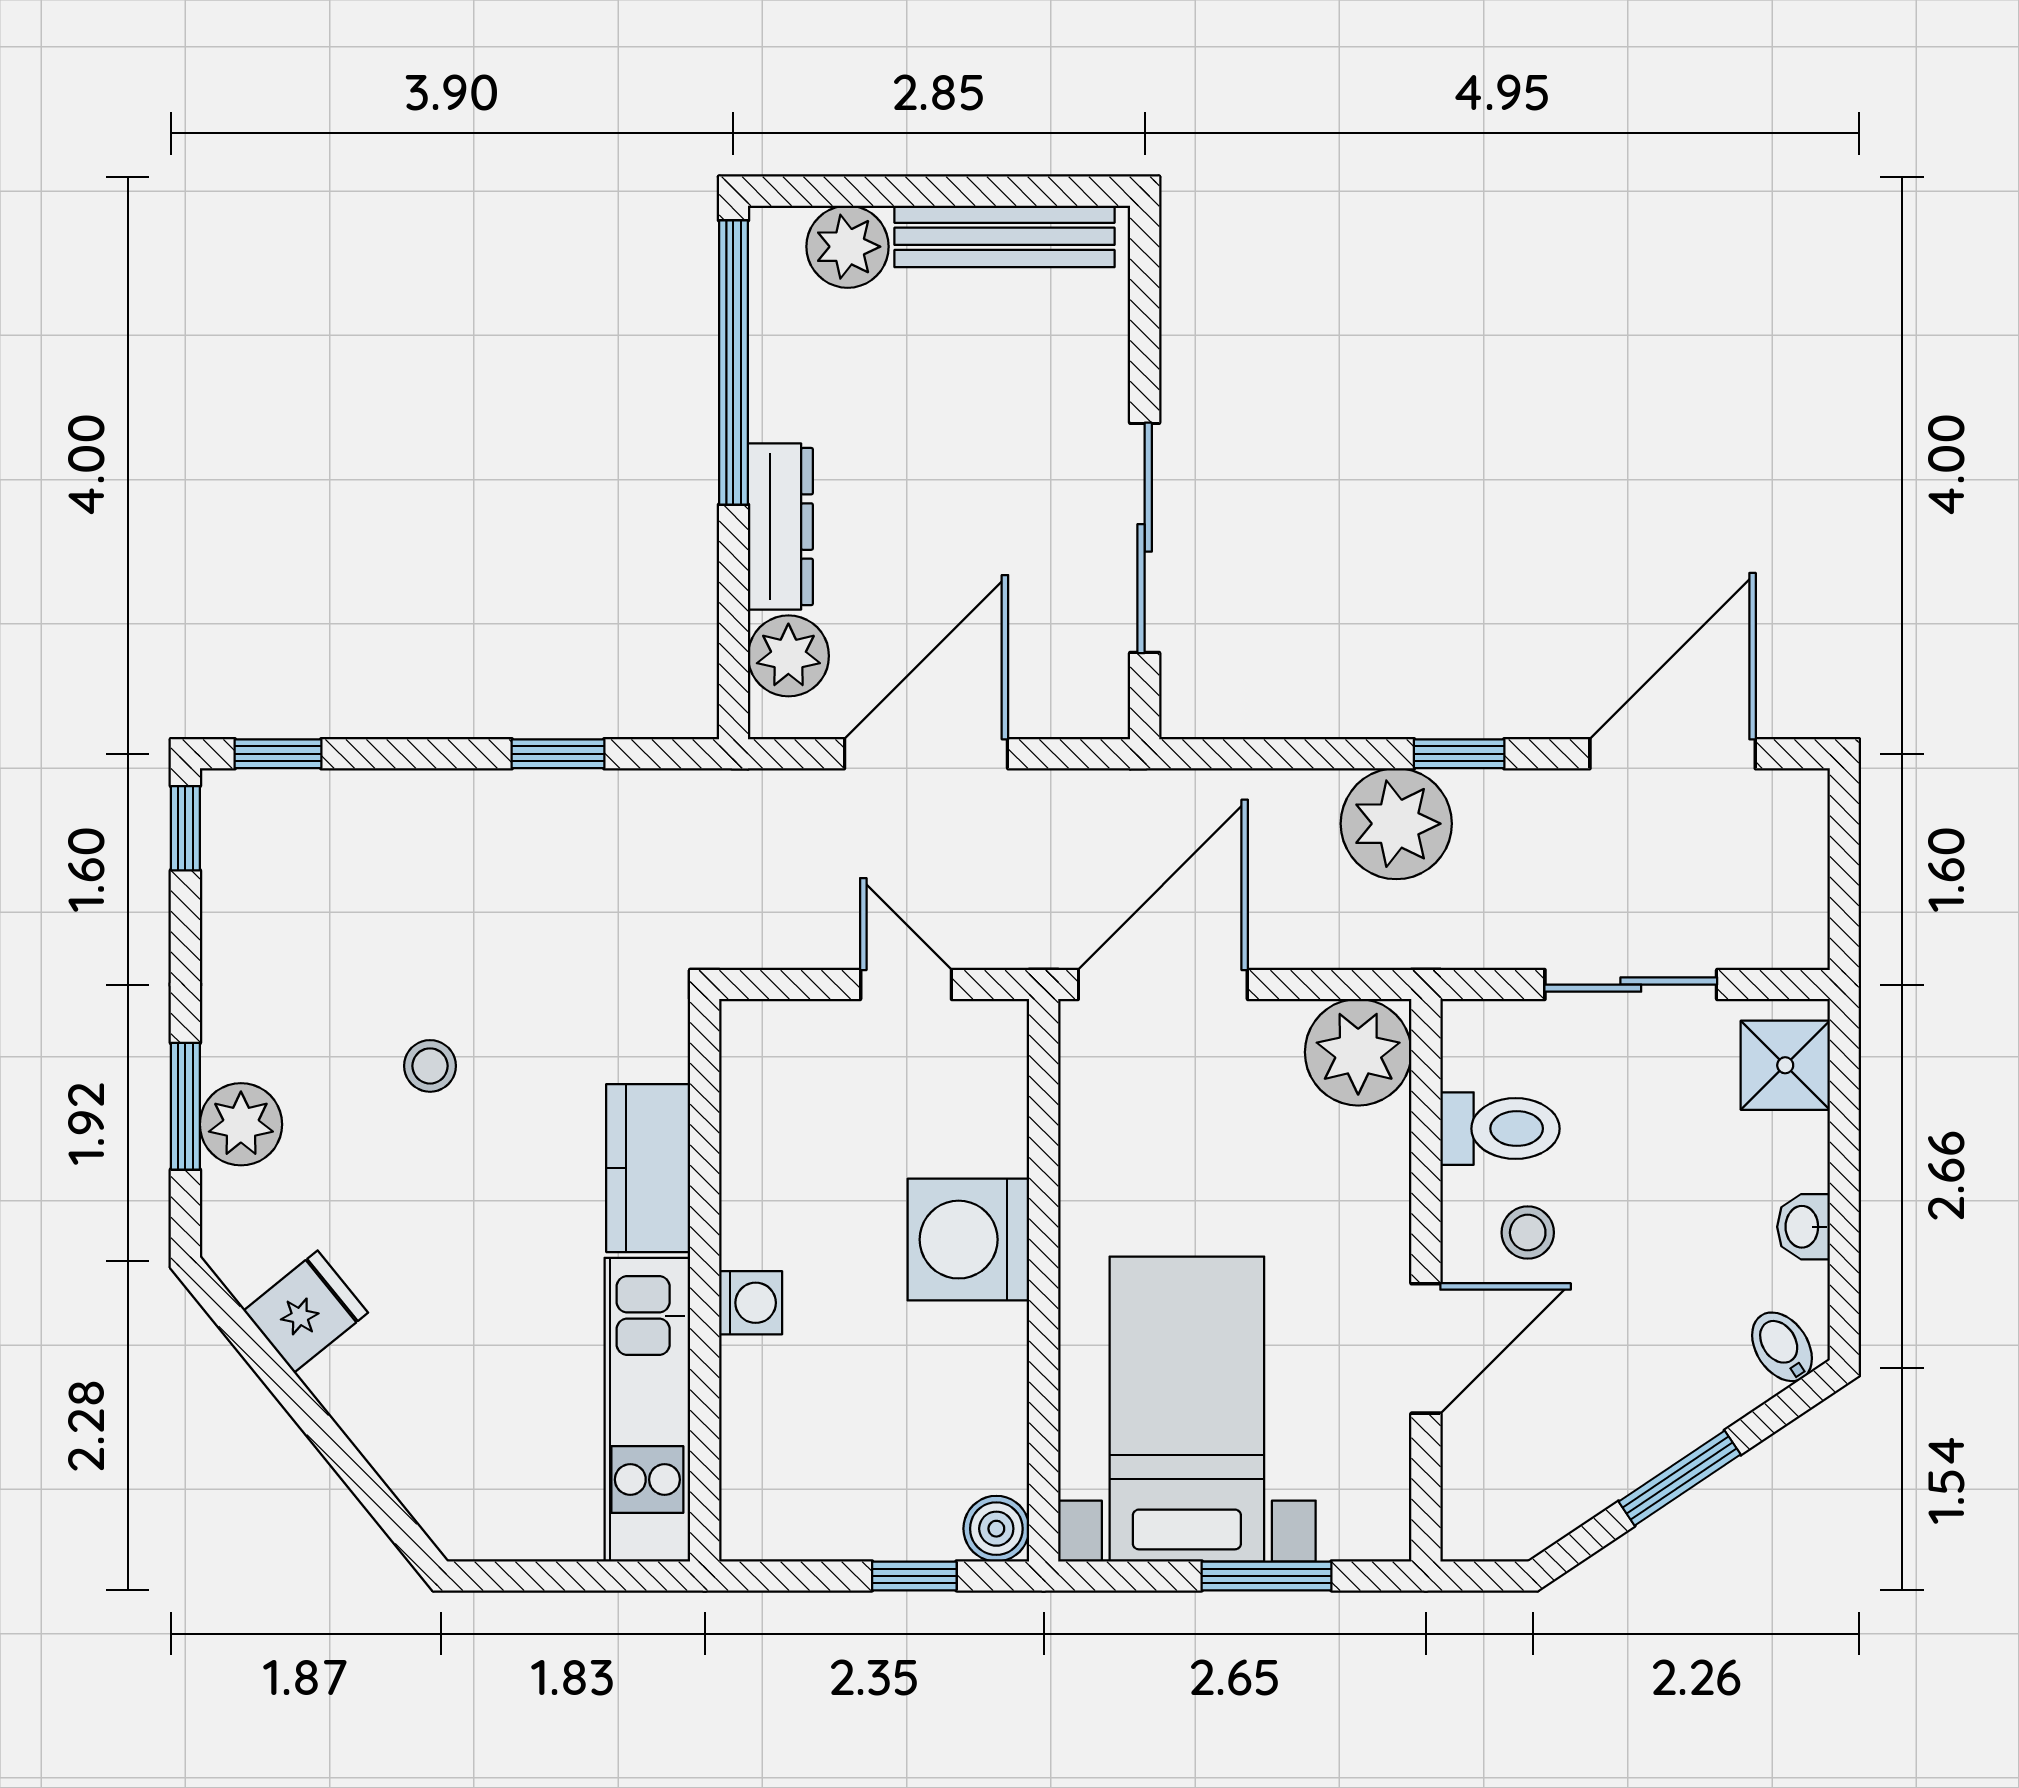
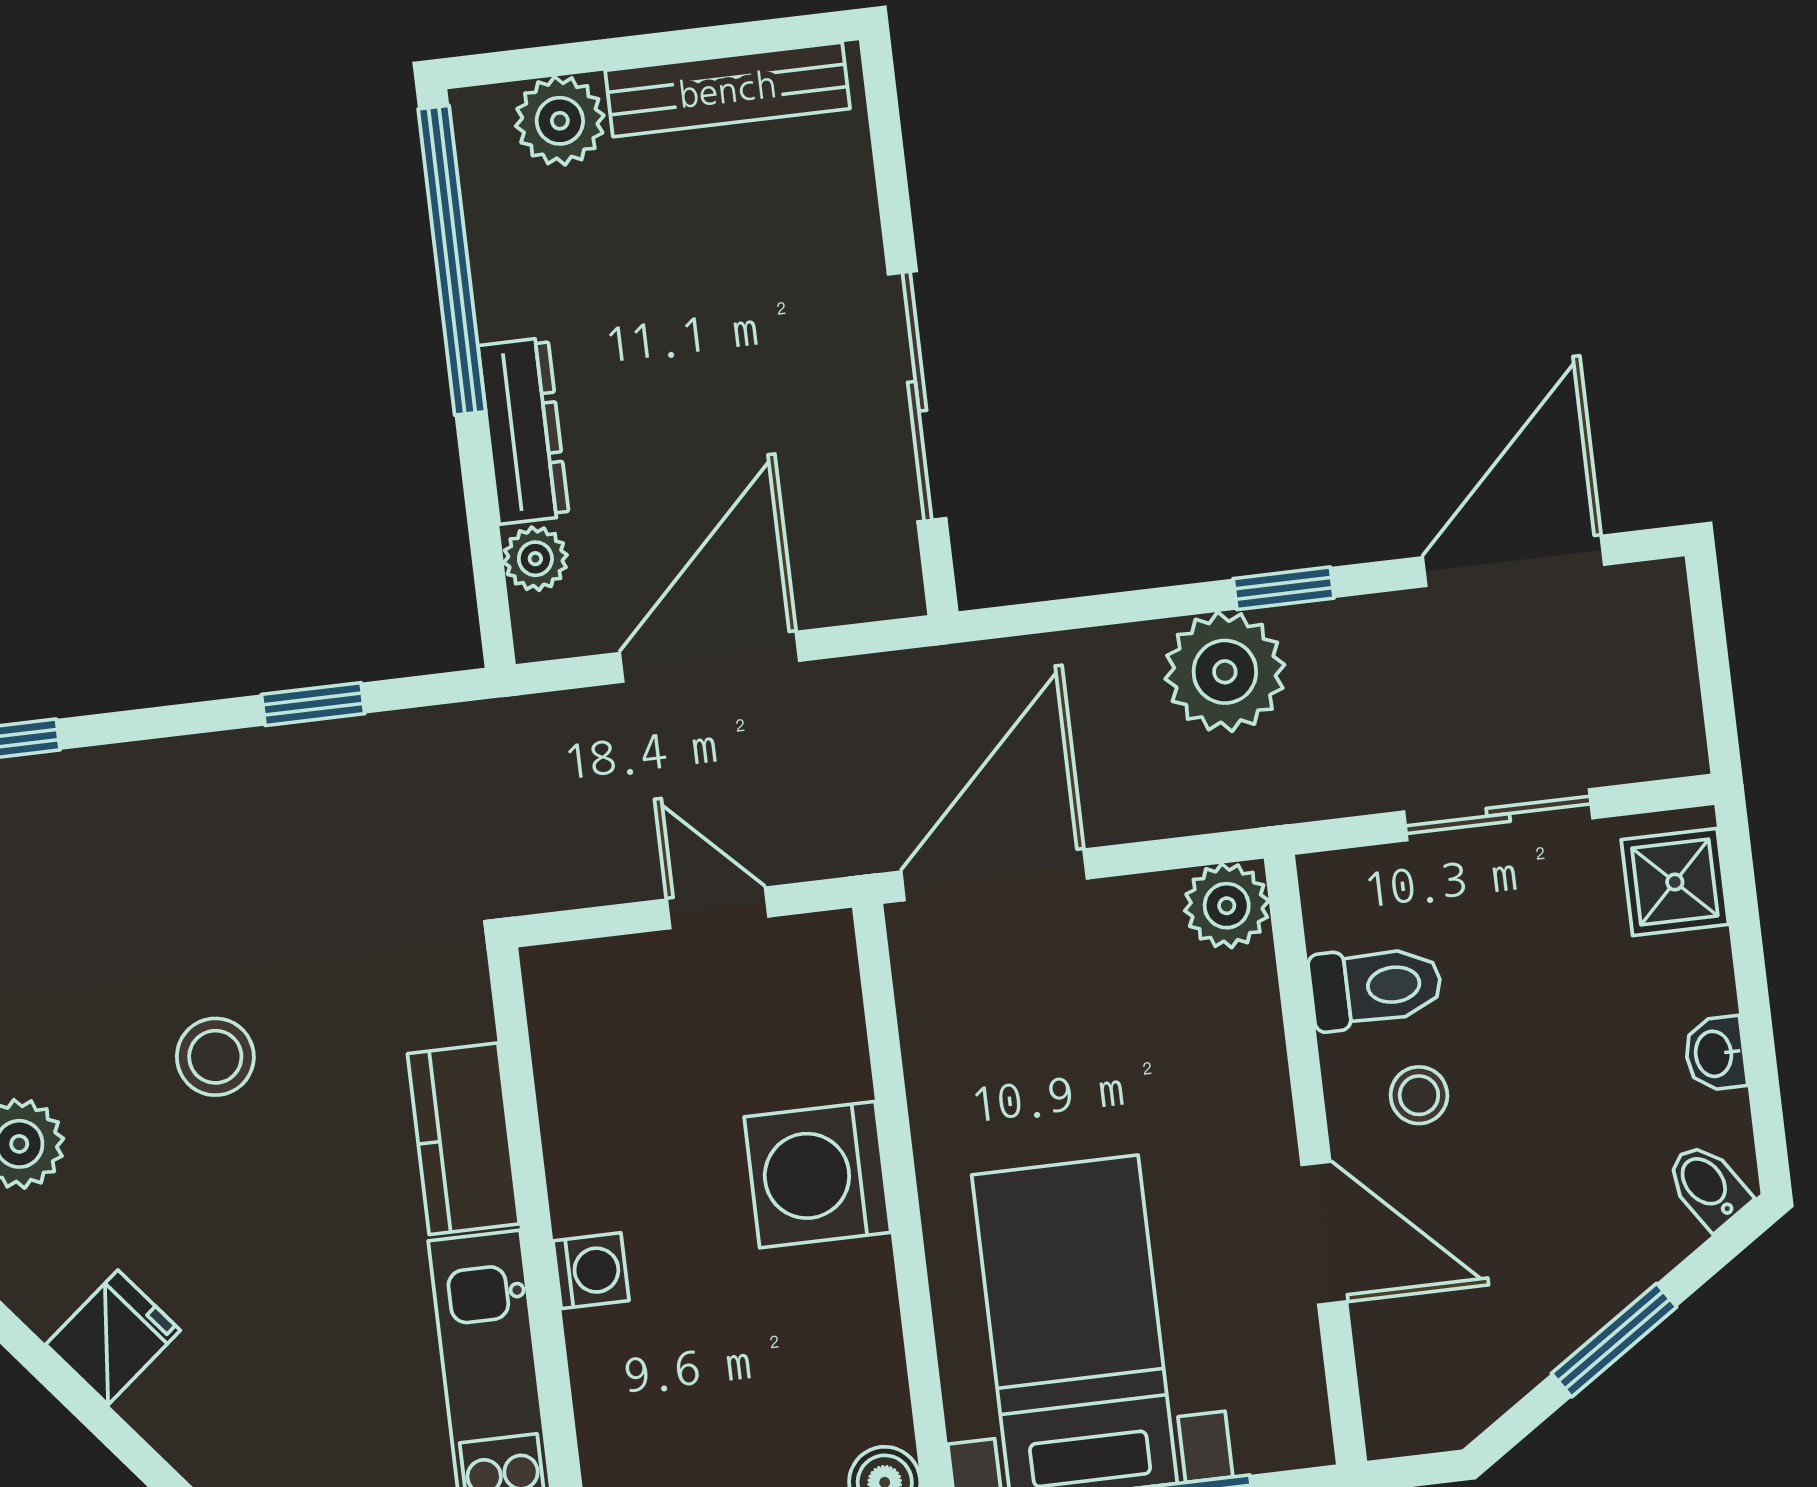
plant: (788, 656) -> (535, 559), width x0.73, depth x0.73
plant: (1358, 1052) -> (1227, 906), width x0.73, depth x0.73
stool: (430, 1066) -> (215, 1057), width x1.37, depth x1.37
door: (1426, 1348) -> (1324, 1233), hinge flipped

